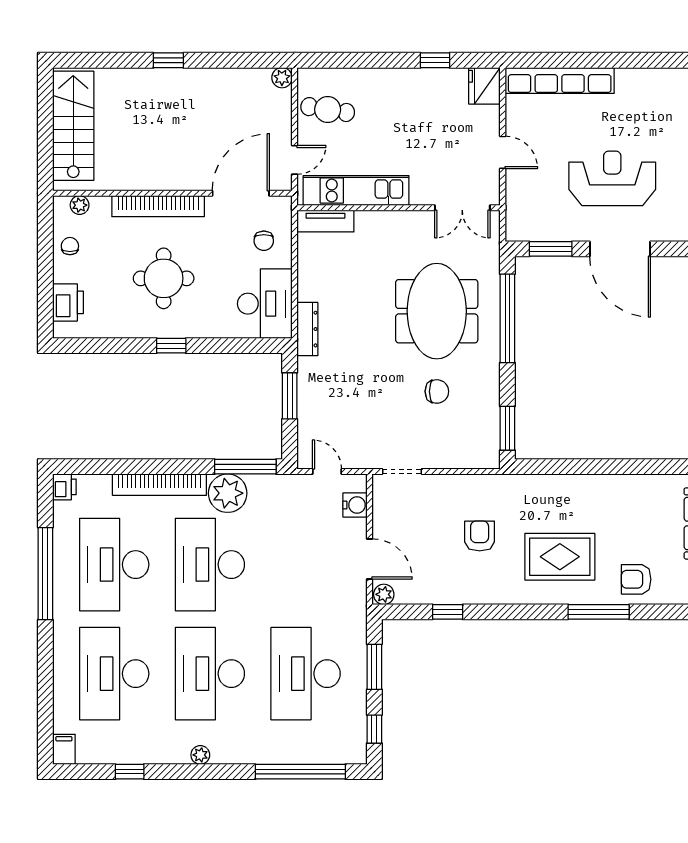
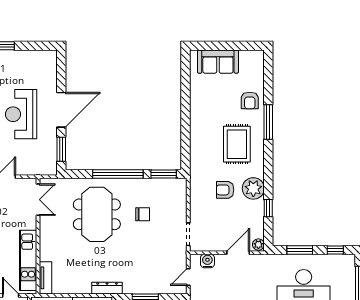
meeting table: (437, 311) -> (97, 214), turned 90
window: (507, 318) -> (118, 174), moved
chair: (437, 391) -> (143, 214), turned 90
plant: (482, 585) -> (253, 188), added

